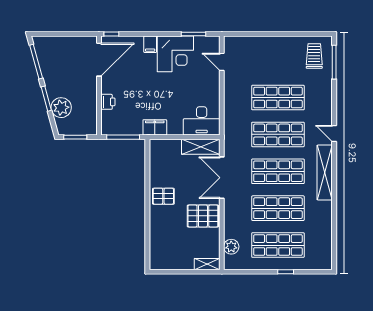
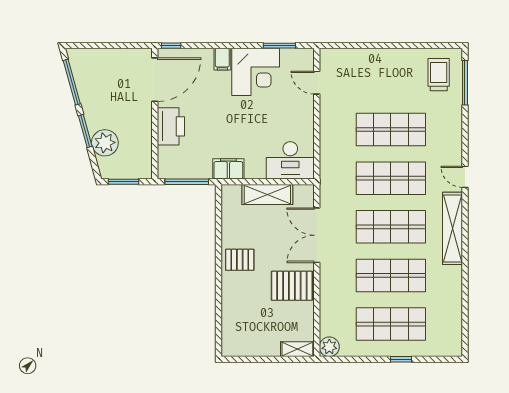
printer: (108, 102) -> (171, 126), width x1.87, depth x1.48
shelving: (201, 147) -> (267, 194), moved
plant: (231, 247) -> (329, 347), moved

